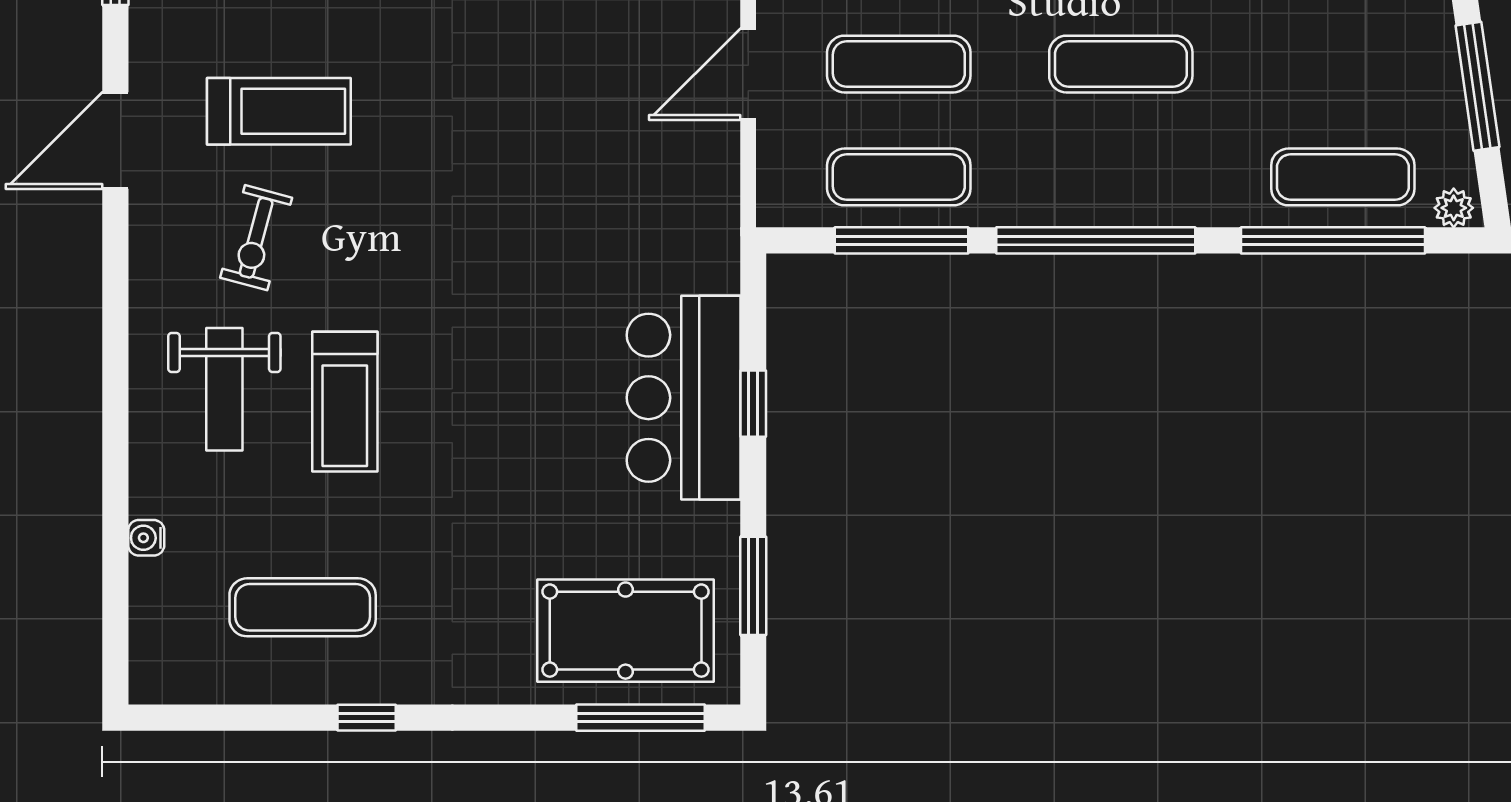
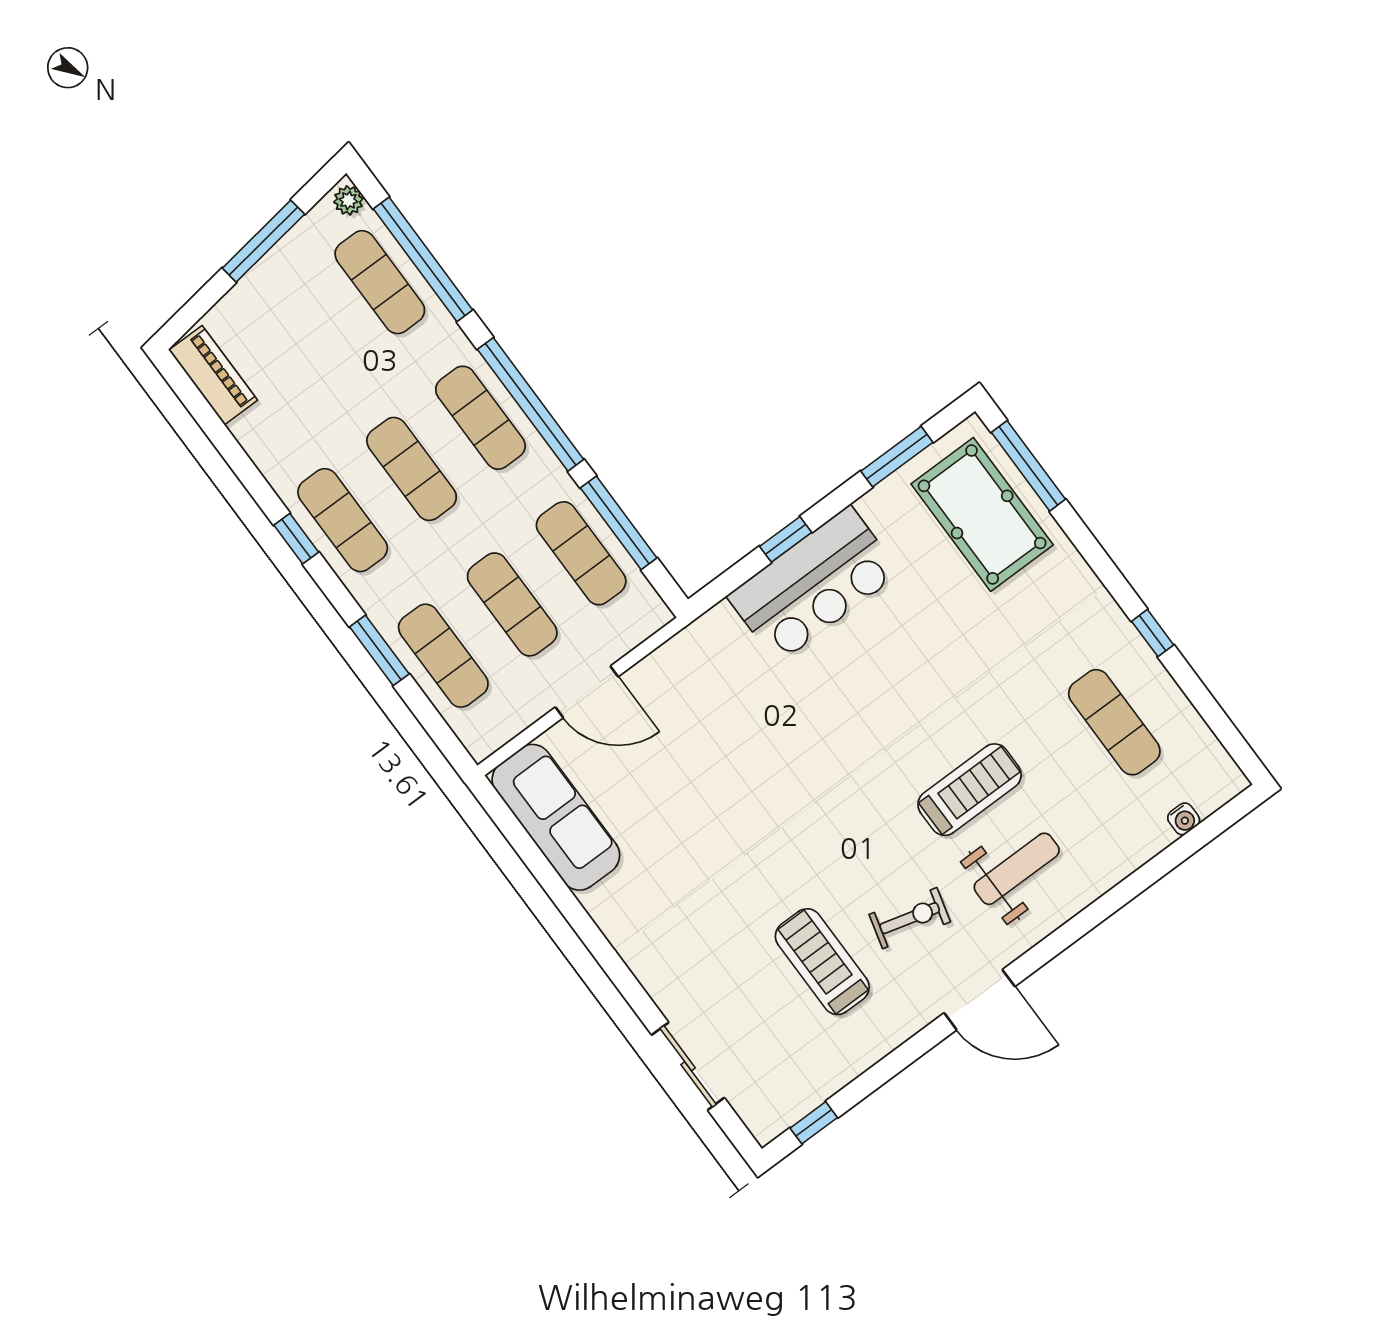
door: (115, 140) -> (980, 1000), moved
exercise mat: (1121, 177) -> (480, 418), added
water cooler: (146, 538) -> (1184, 819), moved

